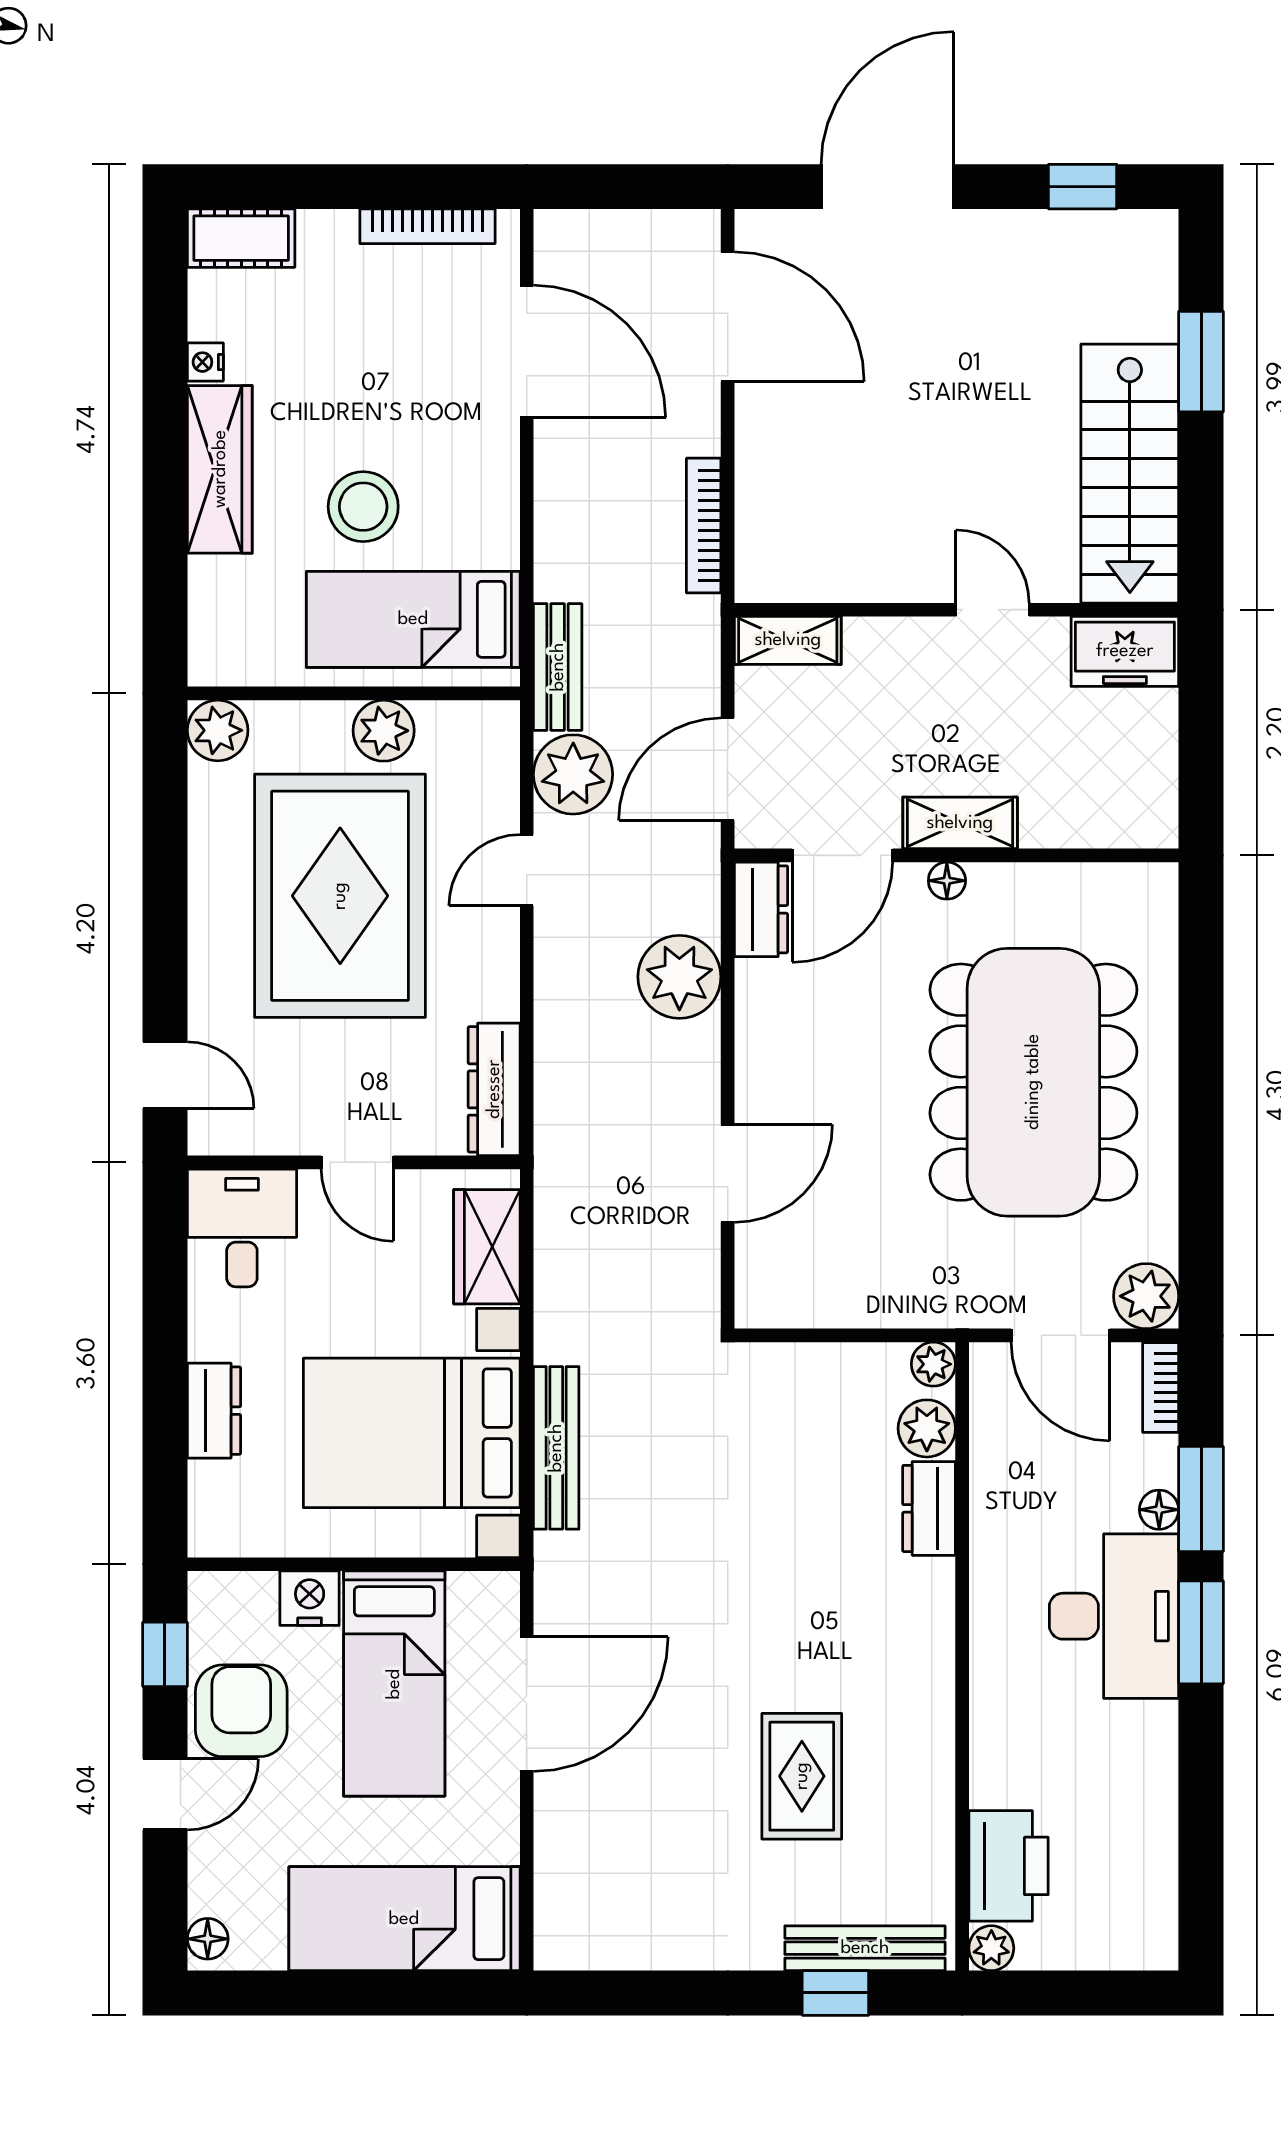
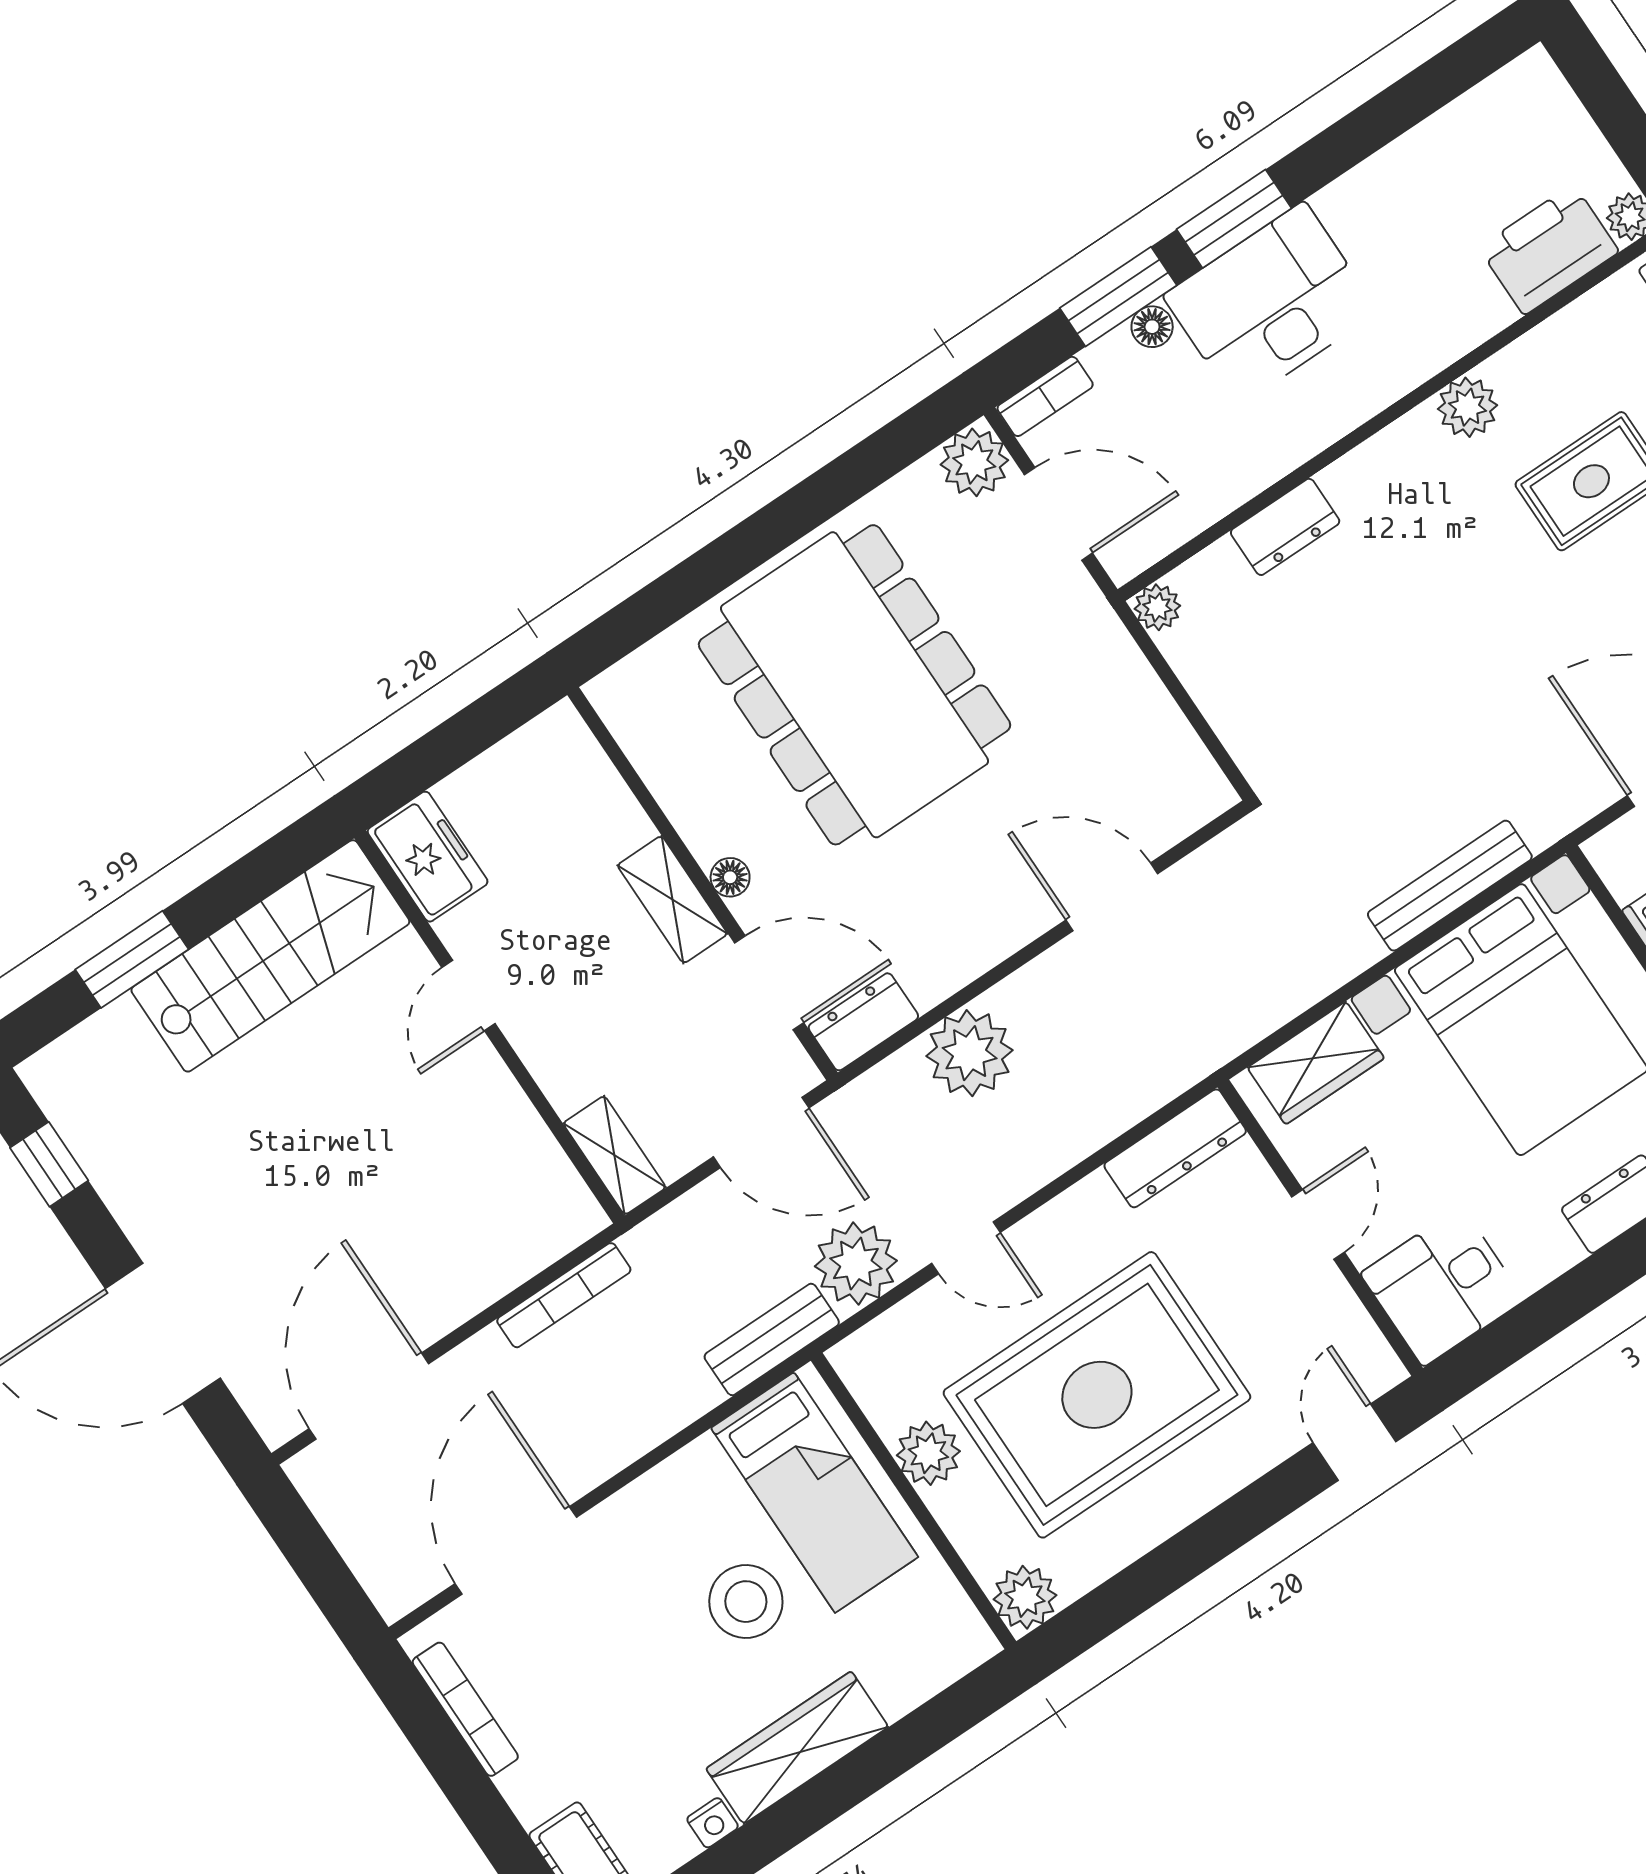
dining table: (1033, 1082) -> (855, 685), turned 90
door: (1060, 1335) -> (1058, 514), hinge flipped
plant: (927, 1428) -> (1468, 407), moved

